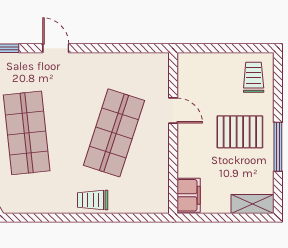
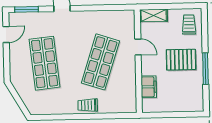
filing cabinet: (189, 195) -> (149, 87), moved
shelving: (252, 204) -> (154, 15), moved

